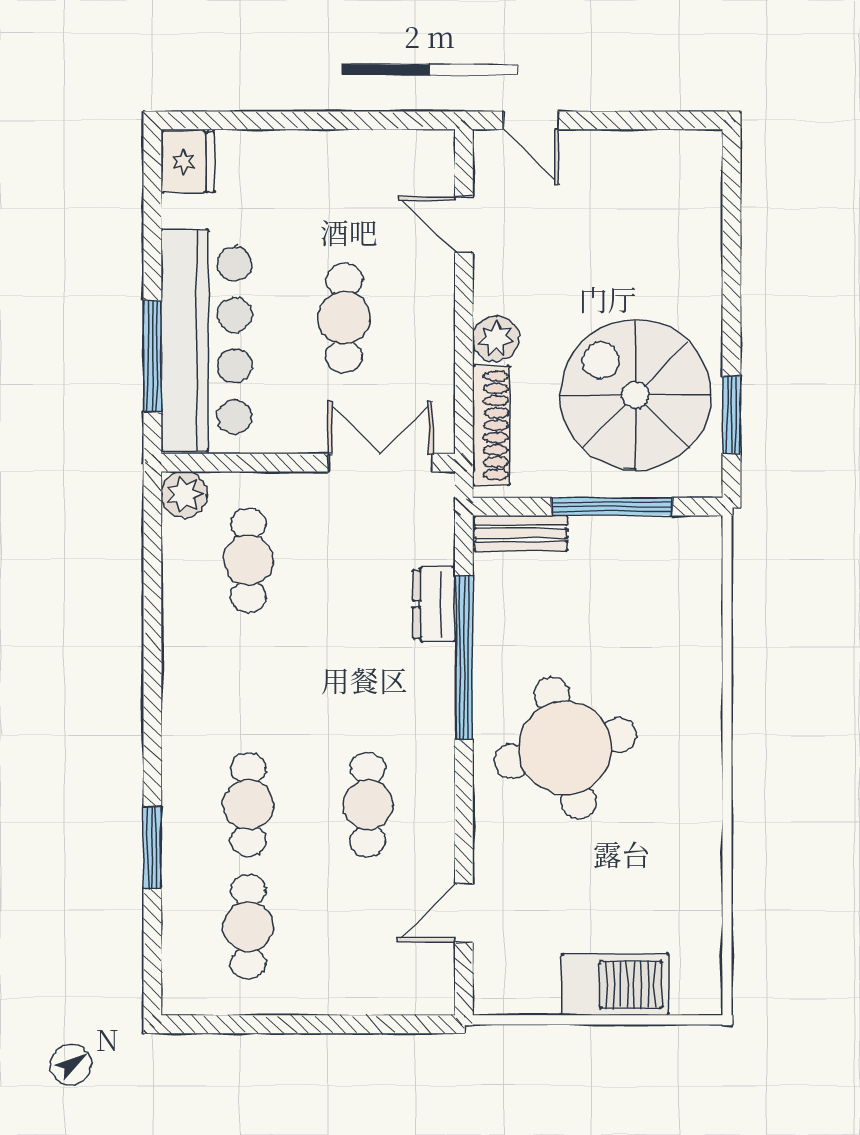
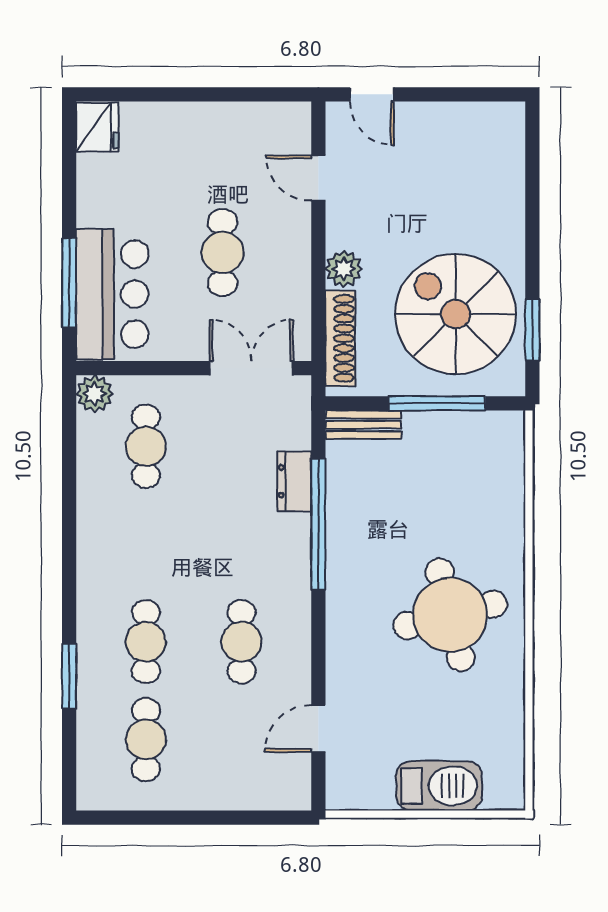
bar counter: (206, 340) -> (112, 294), width x0.73
round table: (565, 748) -> (450, 615), moved

